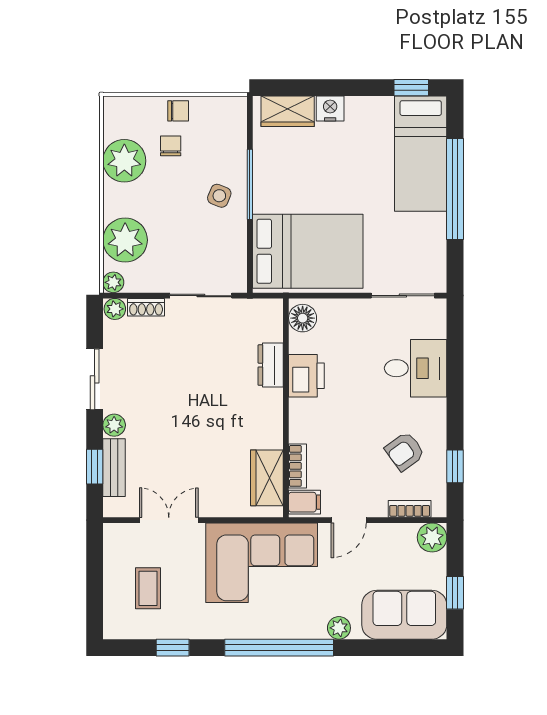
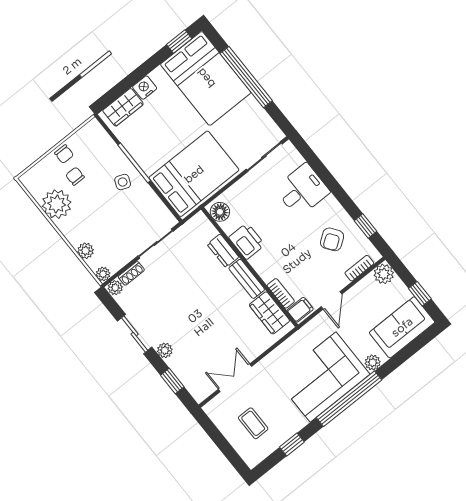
chair: (178, 111) -> (64, 154), turned 91
bed: (421, 154) -> (206, 78), width x1.50
plant: (125, 240) -> (86, 251), width x0.53, depth x0.53
bench: (114, 468) -> (247, 279), moved
corner sofa: (262, 563) -> (323, 377), moved, turned 180

